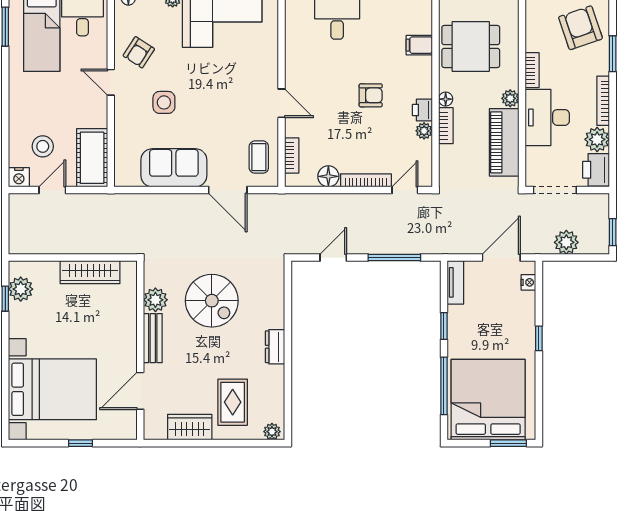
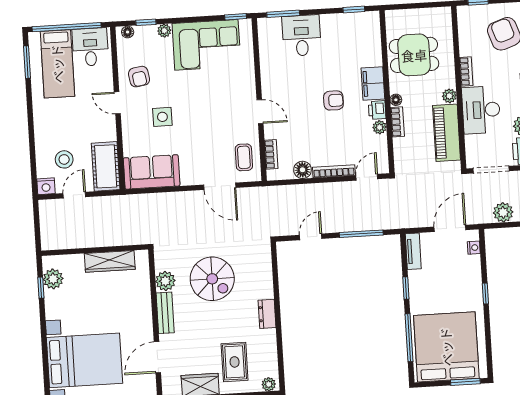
filing cabinet: (419, 45) -> (373, 83), moved, width x2.00
armchair: (139, 52) -> (139, 77), turned -42
sofa: (174, 168) -> (152, 172), moved

